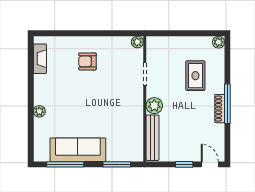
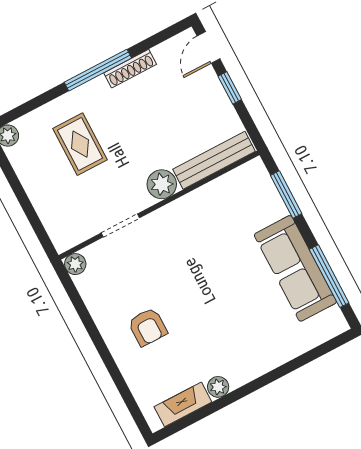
rug: (195, 76) -> (80, 144), turned 90
shoe rack: (220, 109) -> (130, 69), moved
plant: (39, 111) -> (218, 387), moved

